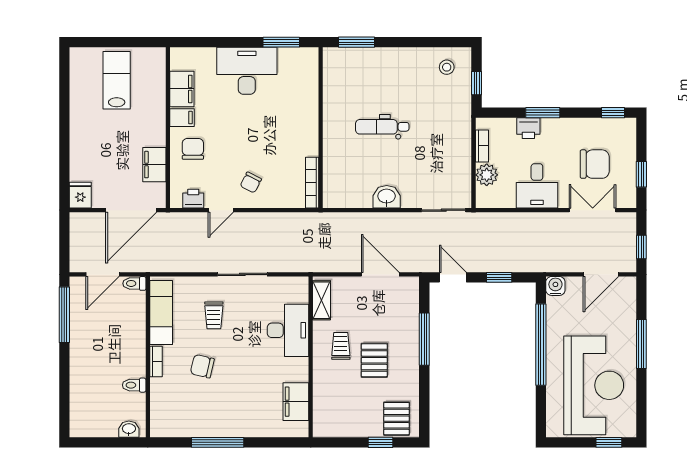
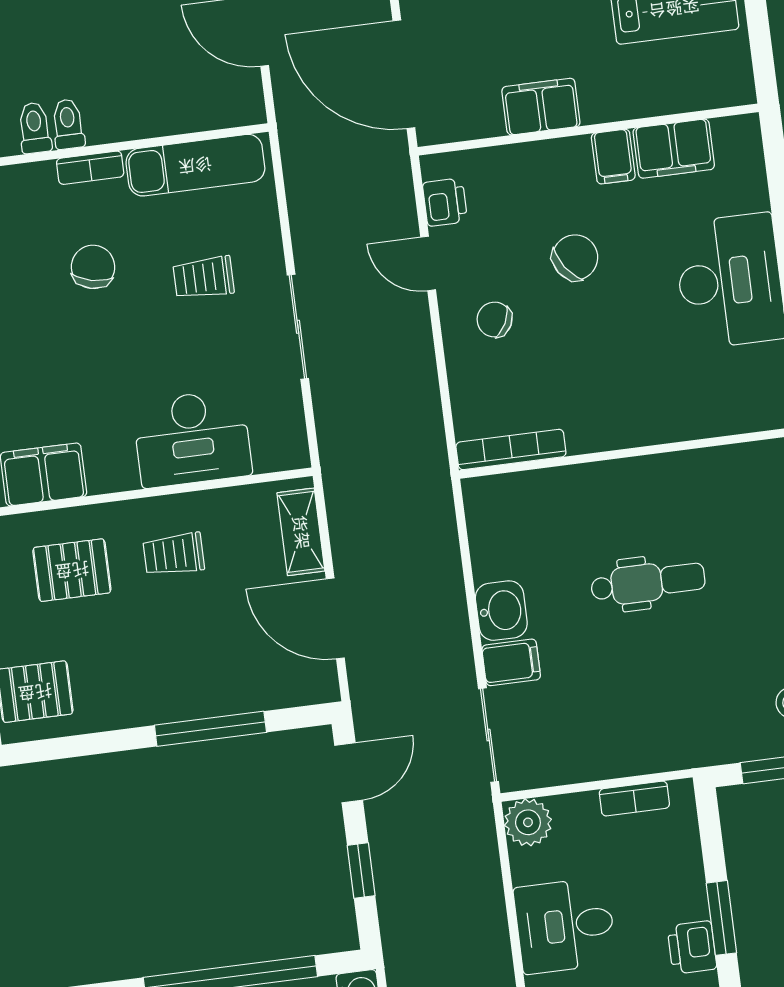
dental chair: (382, 127) -> (648, 583), turned 90
printer: (528, 128) -> (692, 947), moved
chair: (193, 149) -> (575, 257), moved, turned -35
filing cabinet: (154, 165) -> (541, 107), moved
plant: (487, 175) -> (528, 822), moved
filing cabinet: (411, 195) -> (511, 662), added
door: (380, 274) -> (335, 618), swing flipped
toilet: (134, 283) -> (68, 124), moved
shelving: (322, 300) -> (301, 532), moved, turned 90
trolley: (341, 346) -> (174, 554), turned 180
pallet: (374, 360) -> (72, 570), moved

